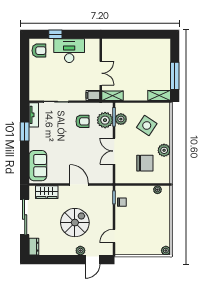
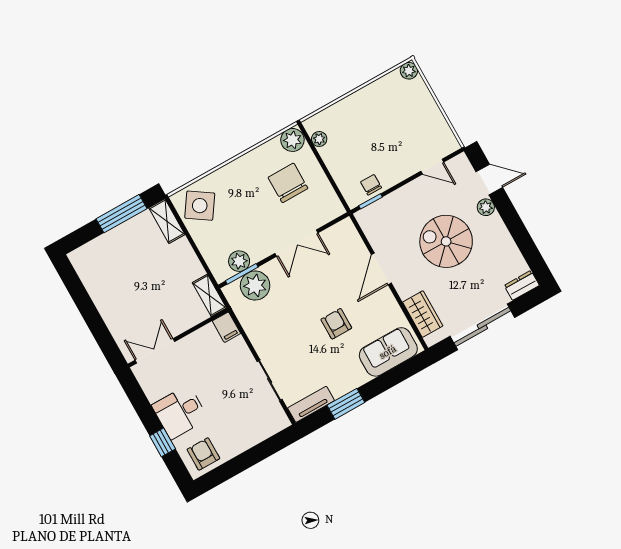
desk: (69, 51) -> (180, 412), width x0.73
double door: (101, 73) -> (155, 351), moved
armchair: (83, 121) -> (336, 324), moved
side table: (147, 125) -> (200, 206), moved
plant: (164, 150) -> (292, 140), moved

